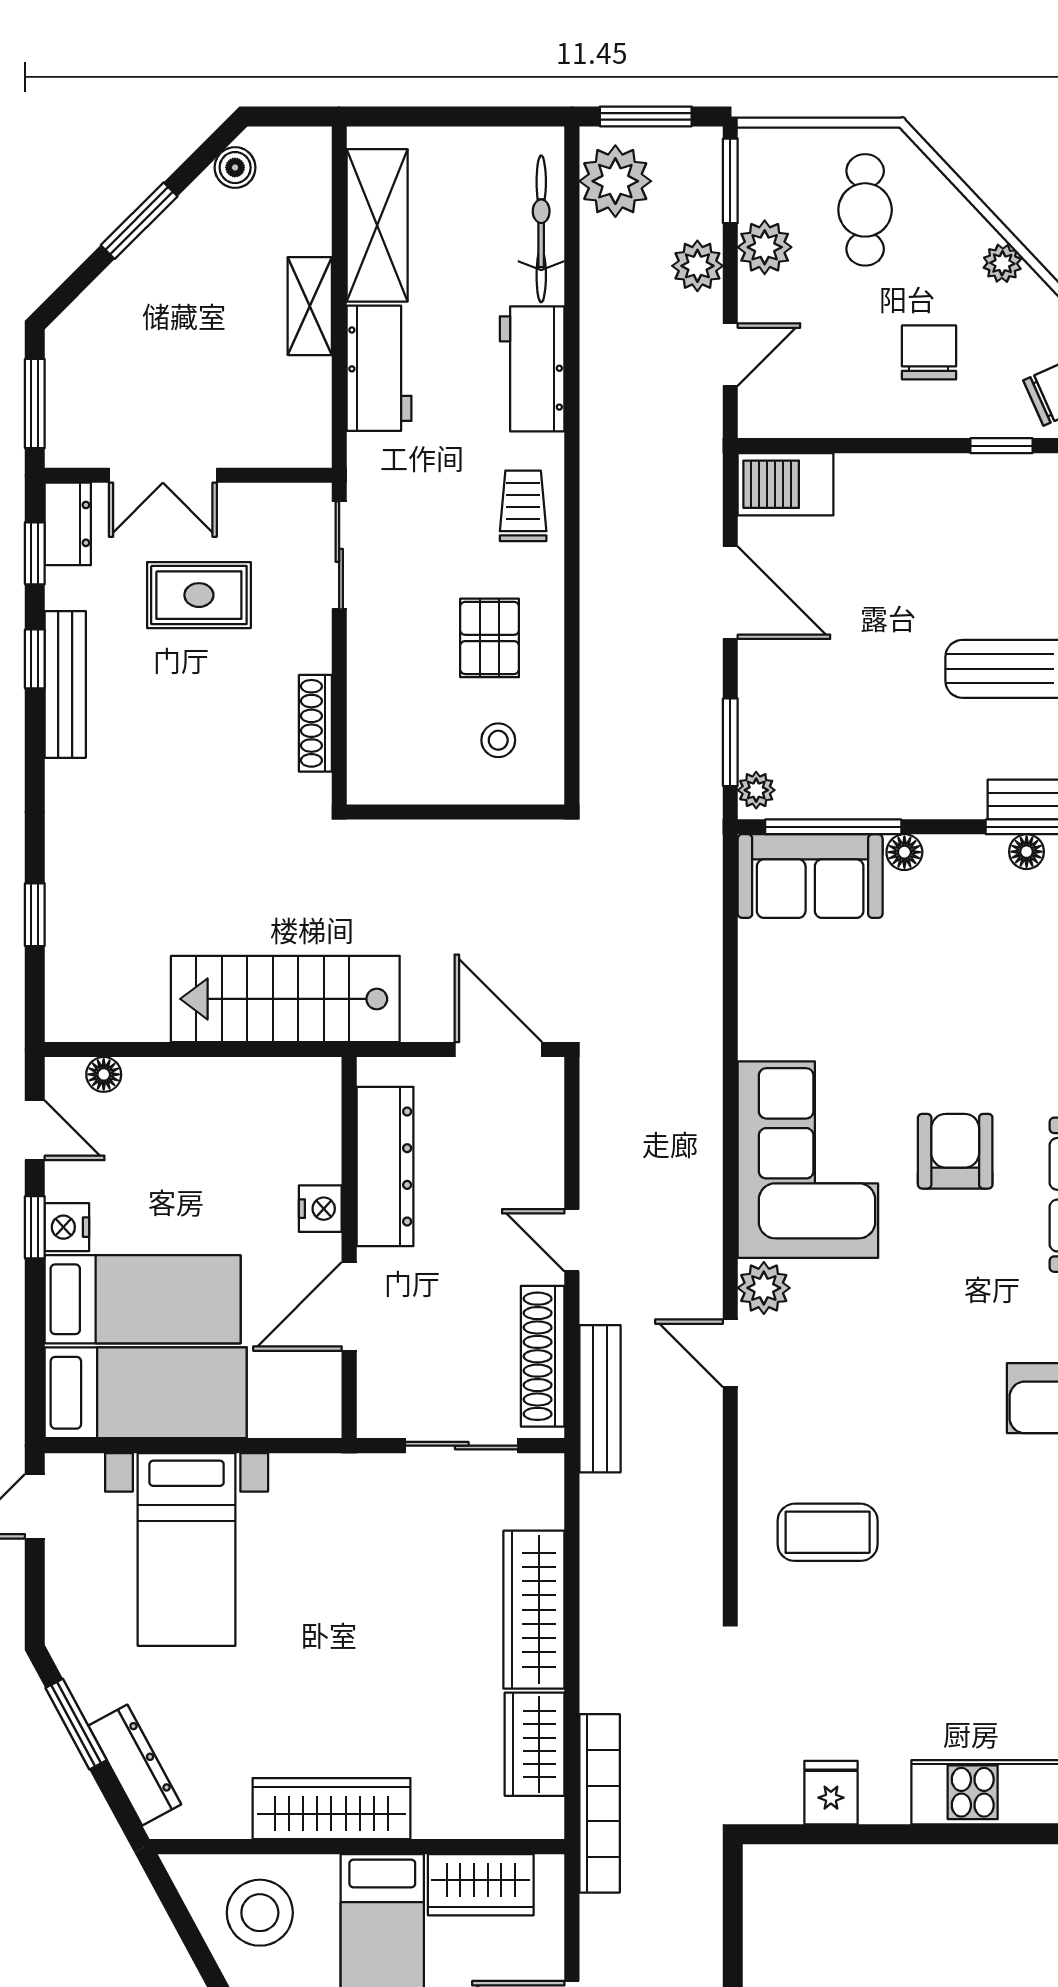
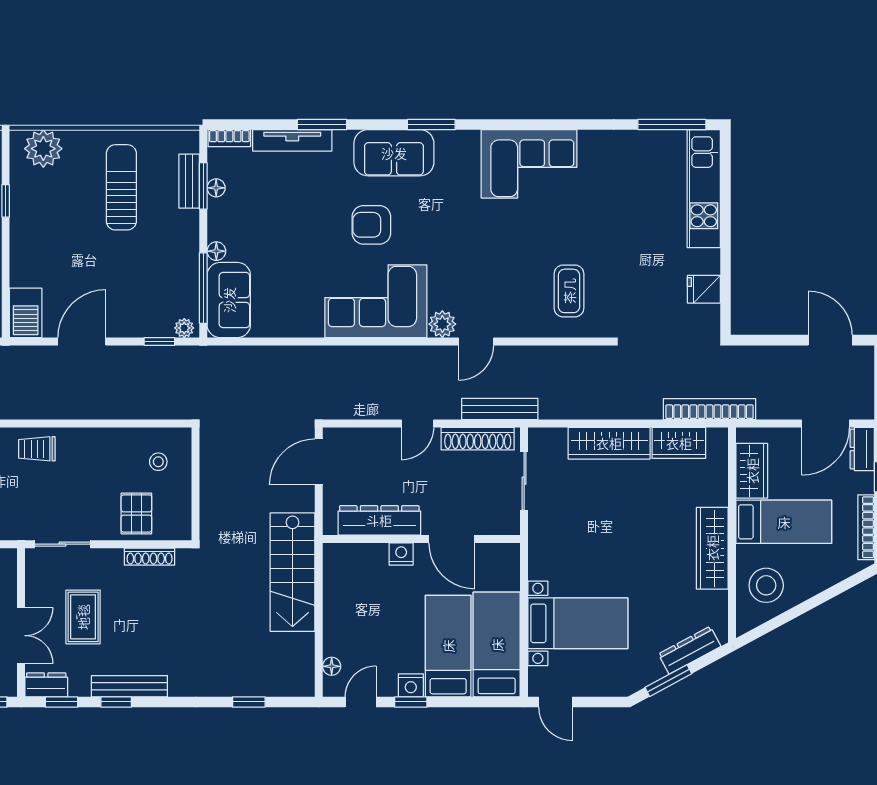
pallet: (490, 638) -> (136, 514), moved, turned 90
window: (730, 742) -> (159, 341), width x0.67

